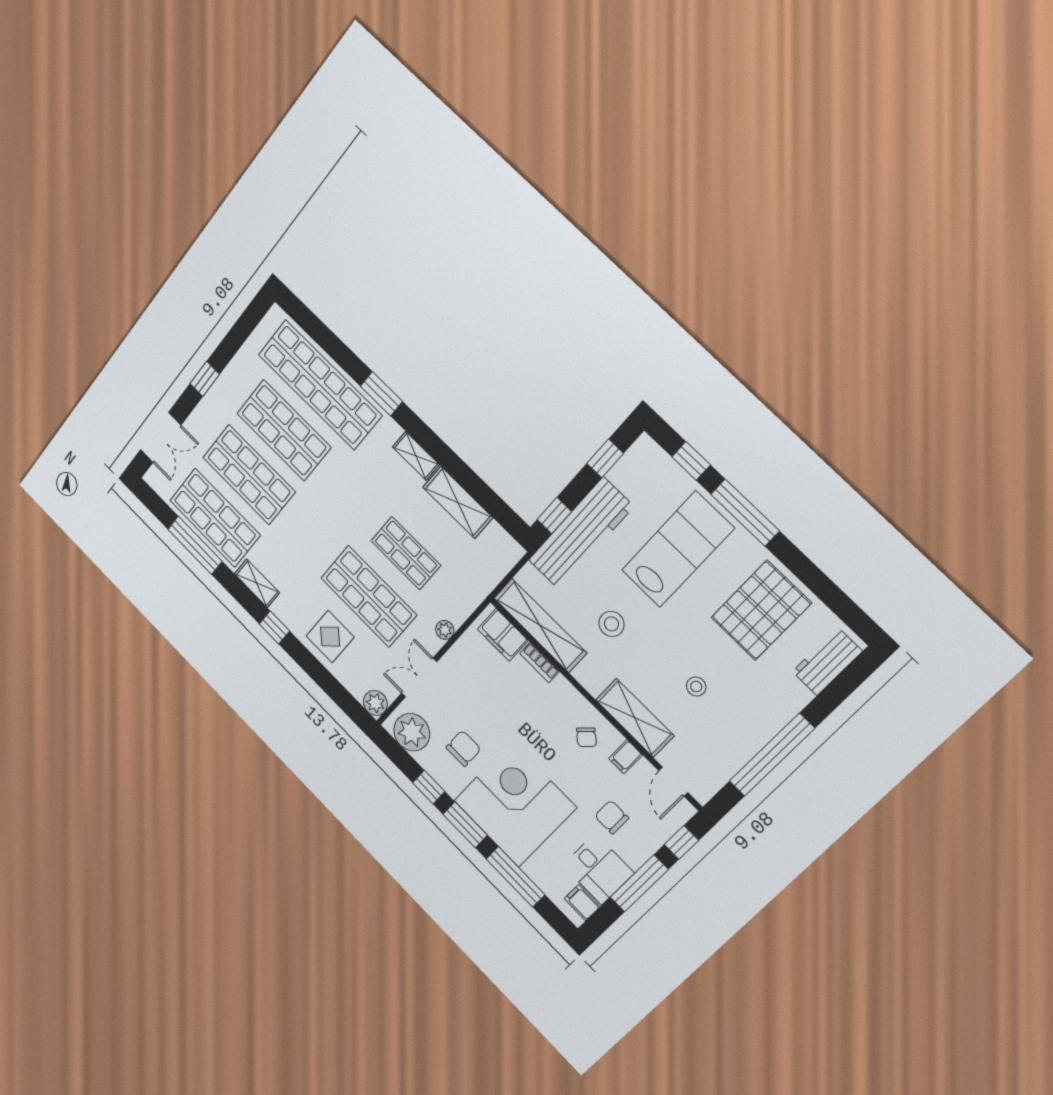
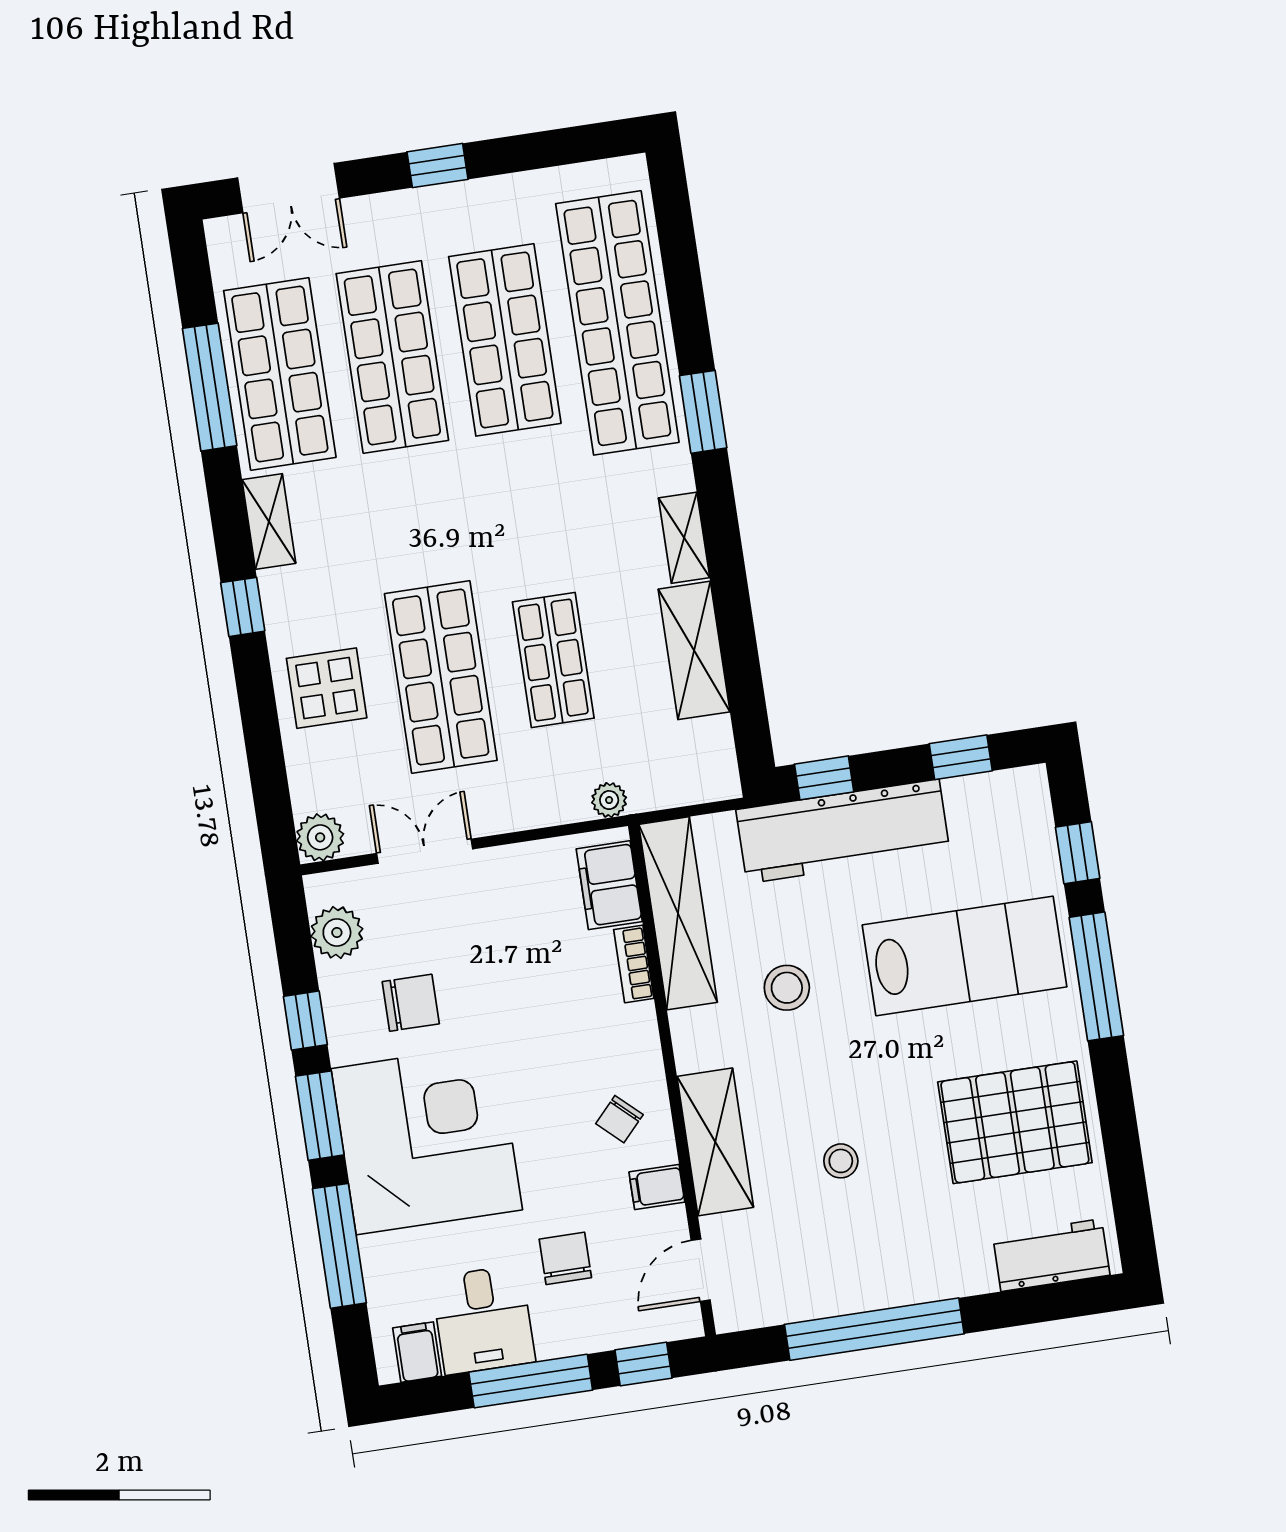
plant: (445, 630) -> (609, 800), moved
plant: (412, 732) -> (337, 932), width x0.73, depth x0.73

